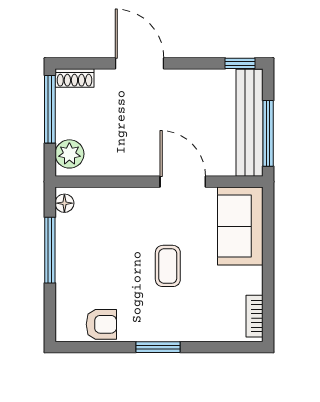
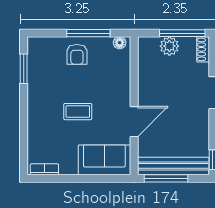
plant: (69, 154) -> (169, 46), moved
armchair: (101, 324) -> (77, 54), moved
window: (158, 347) -> (24, 69), moved

